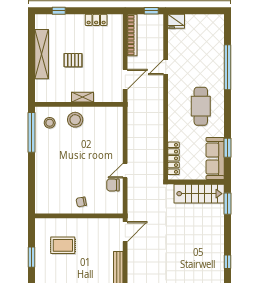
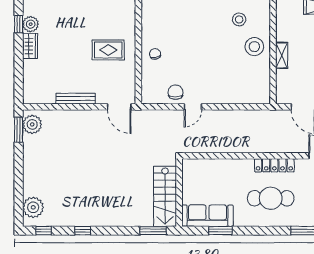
stool: (50, 123) -> (239, 19), moved
locker: (173, 158) -> (274, 165), moved
door: (125, 171) -> (193, 107), swing flipped
rug: (63, 245) -> (108, 50), moved, turned 90

